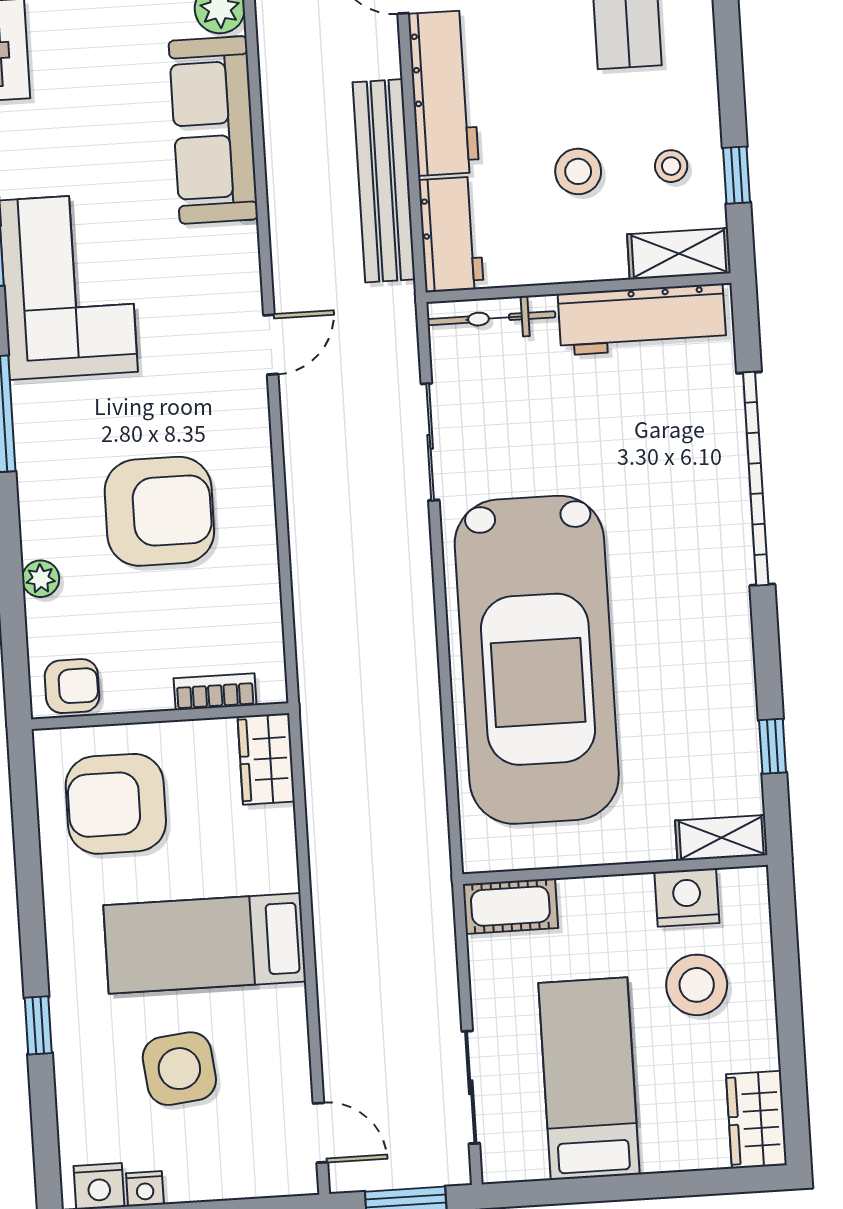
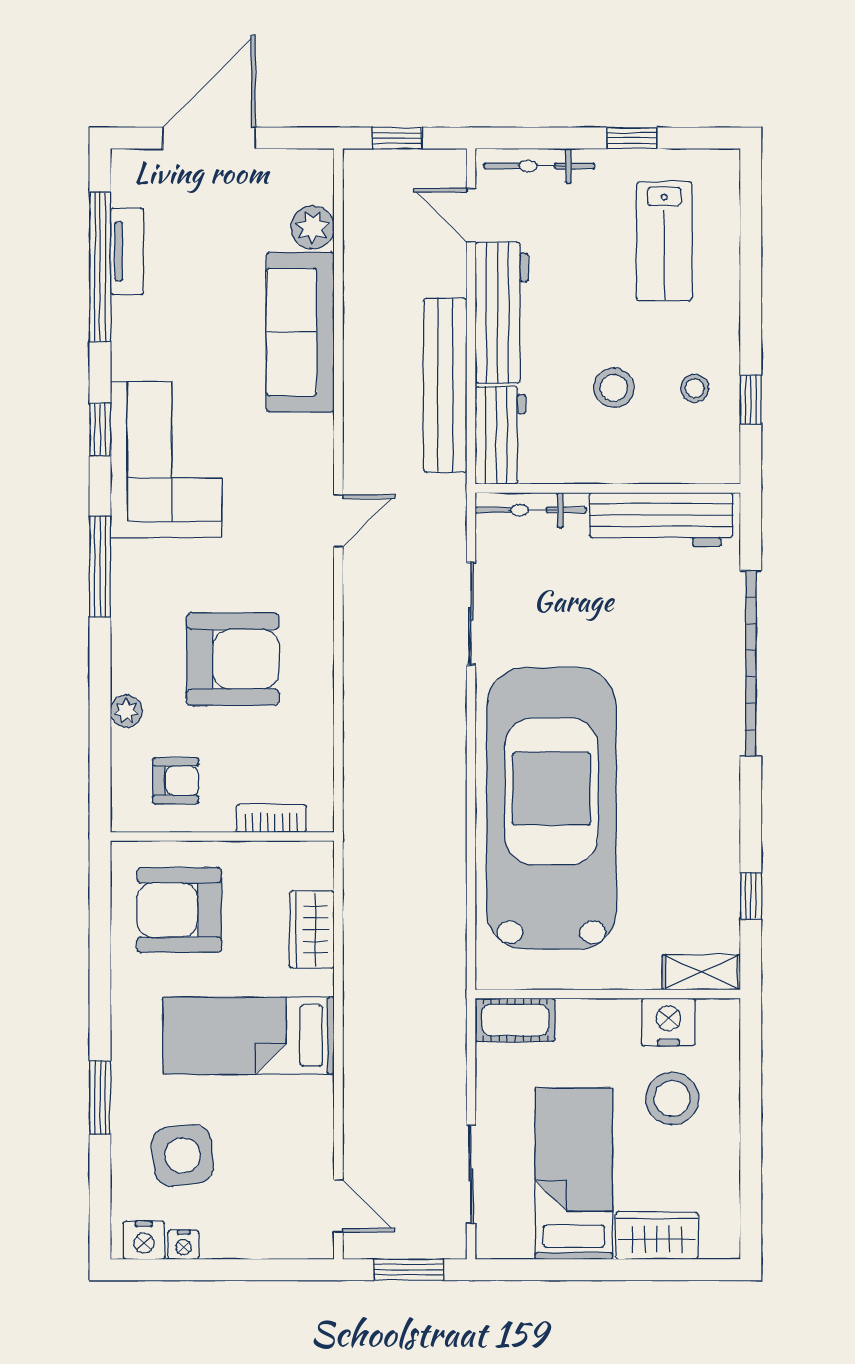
shelving: (679, 254) -> (697, 465), removed
car: (537, 660) -> (551, 808), turned 180
armchair: (72, 686) -> (175, 781), moved
wardrobe: (266, 759) -> (312, 930), moved
window: (38, 1025) -> (100, 1098), width x1.50
side table: (179, 1069) -> (183, 1155), moved
wardrobe: (756, 1120) -> (657, 1236), moved, turned 90

